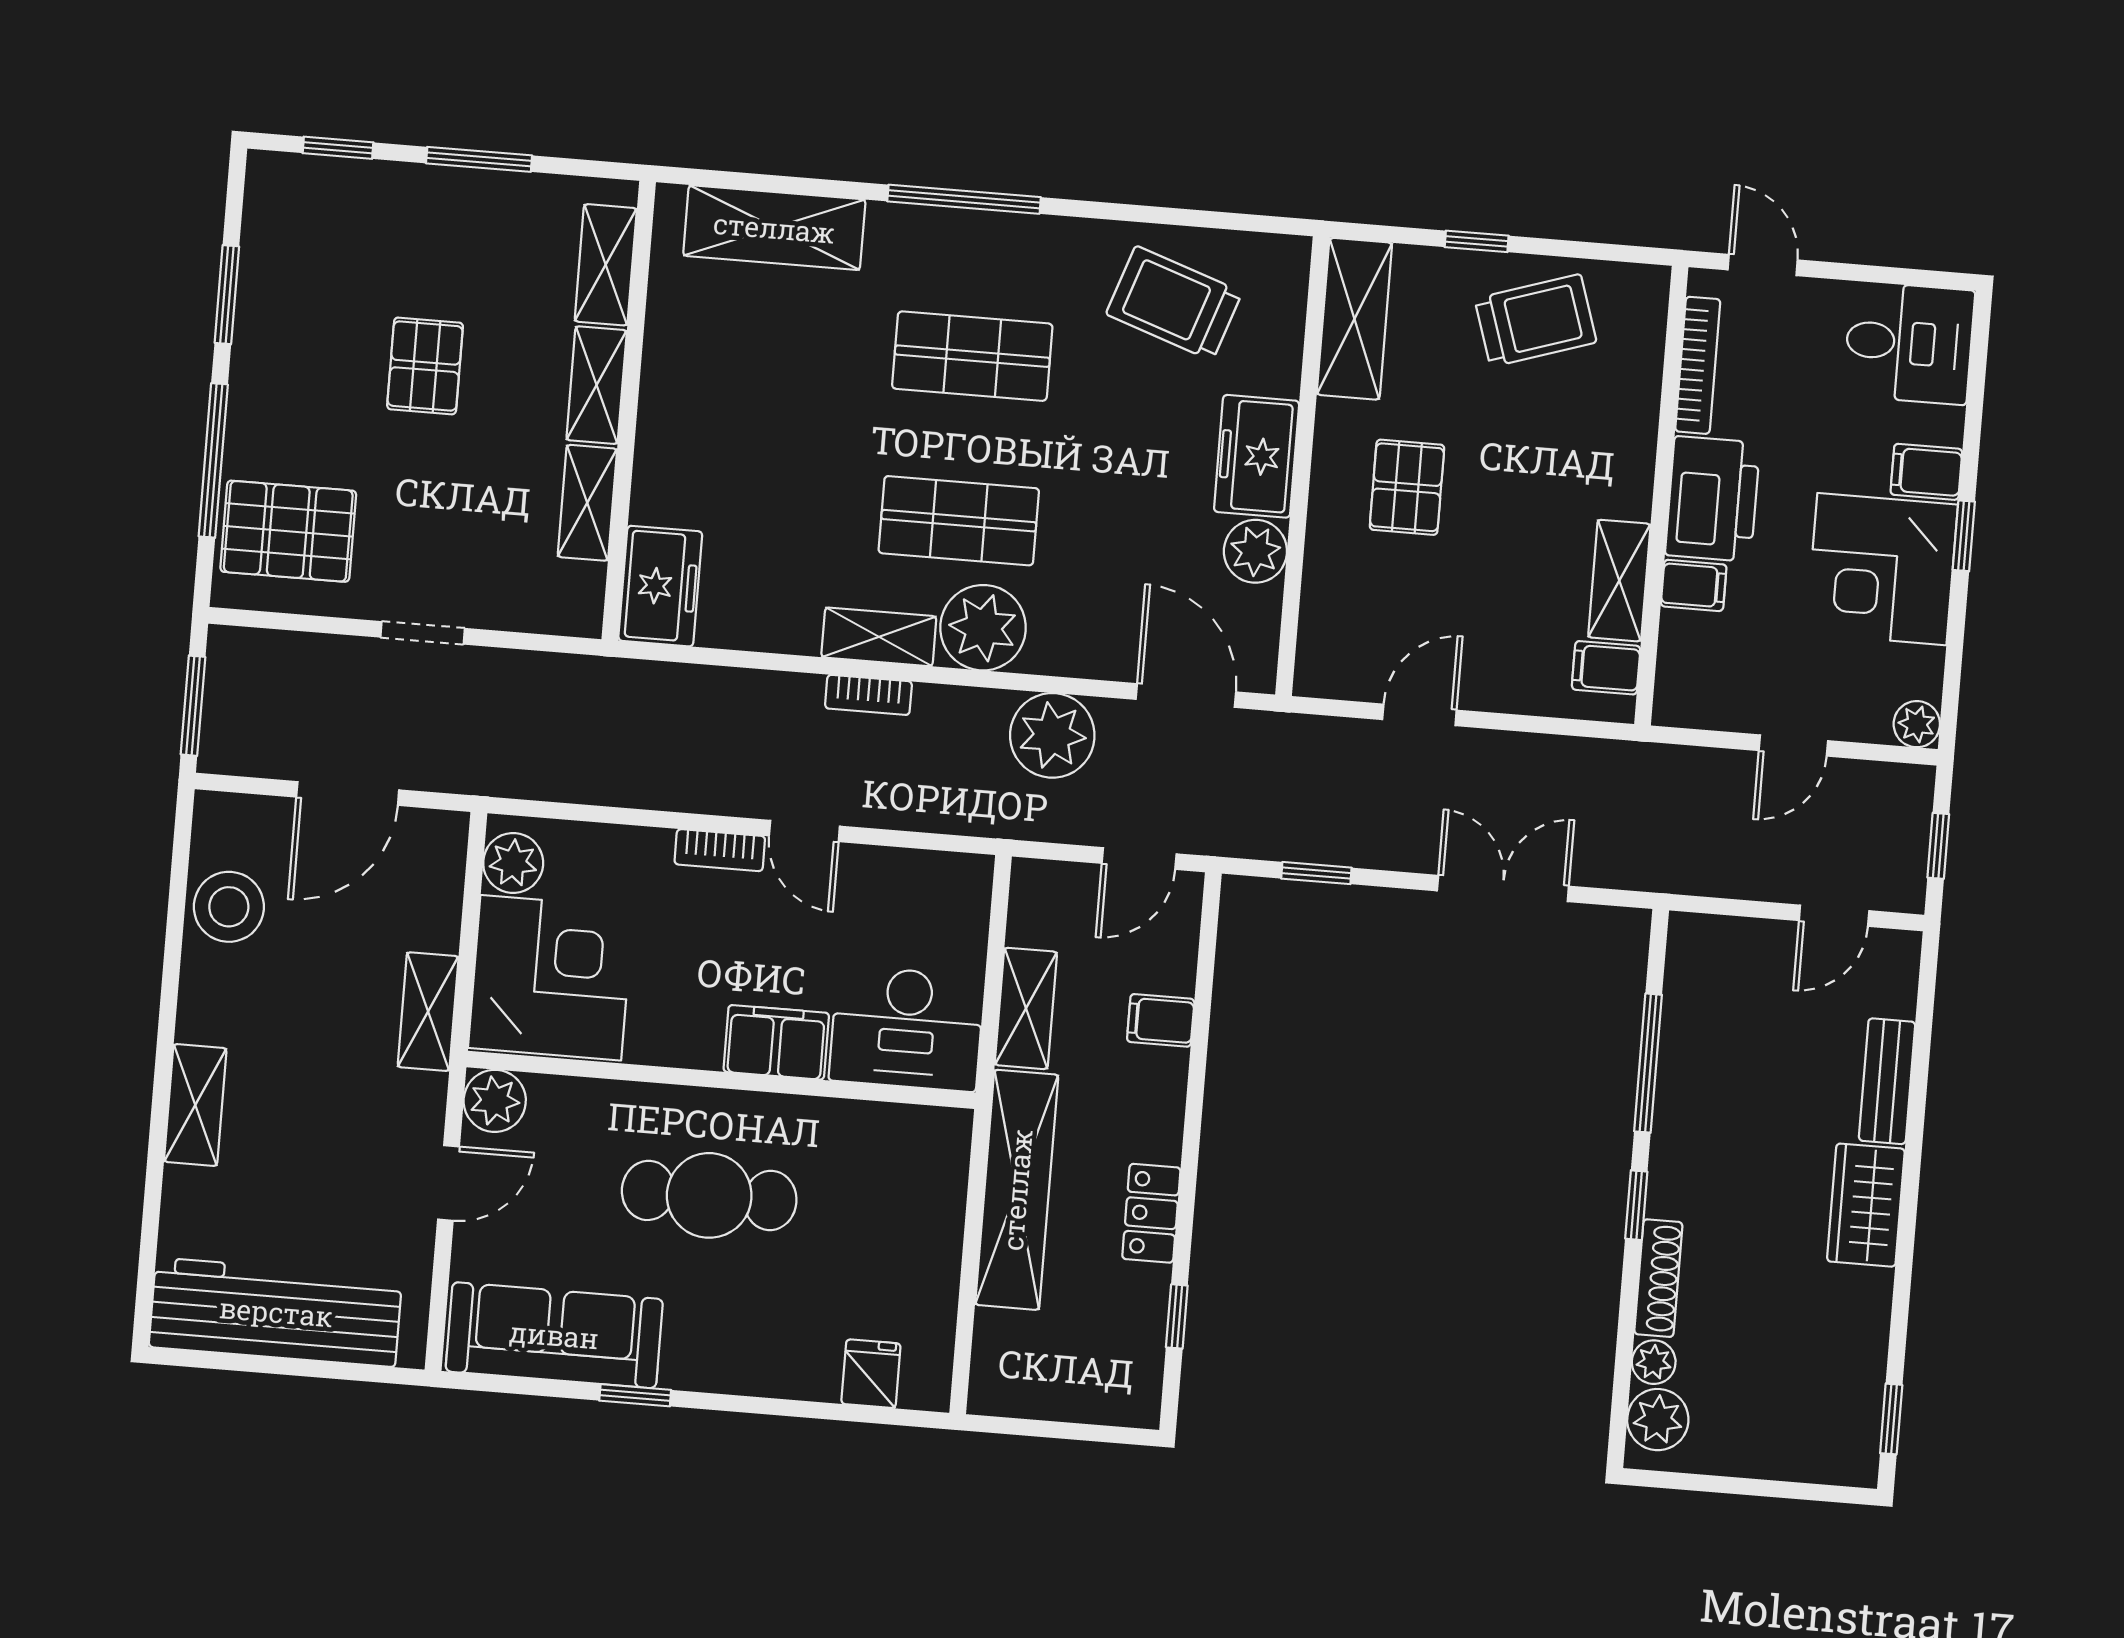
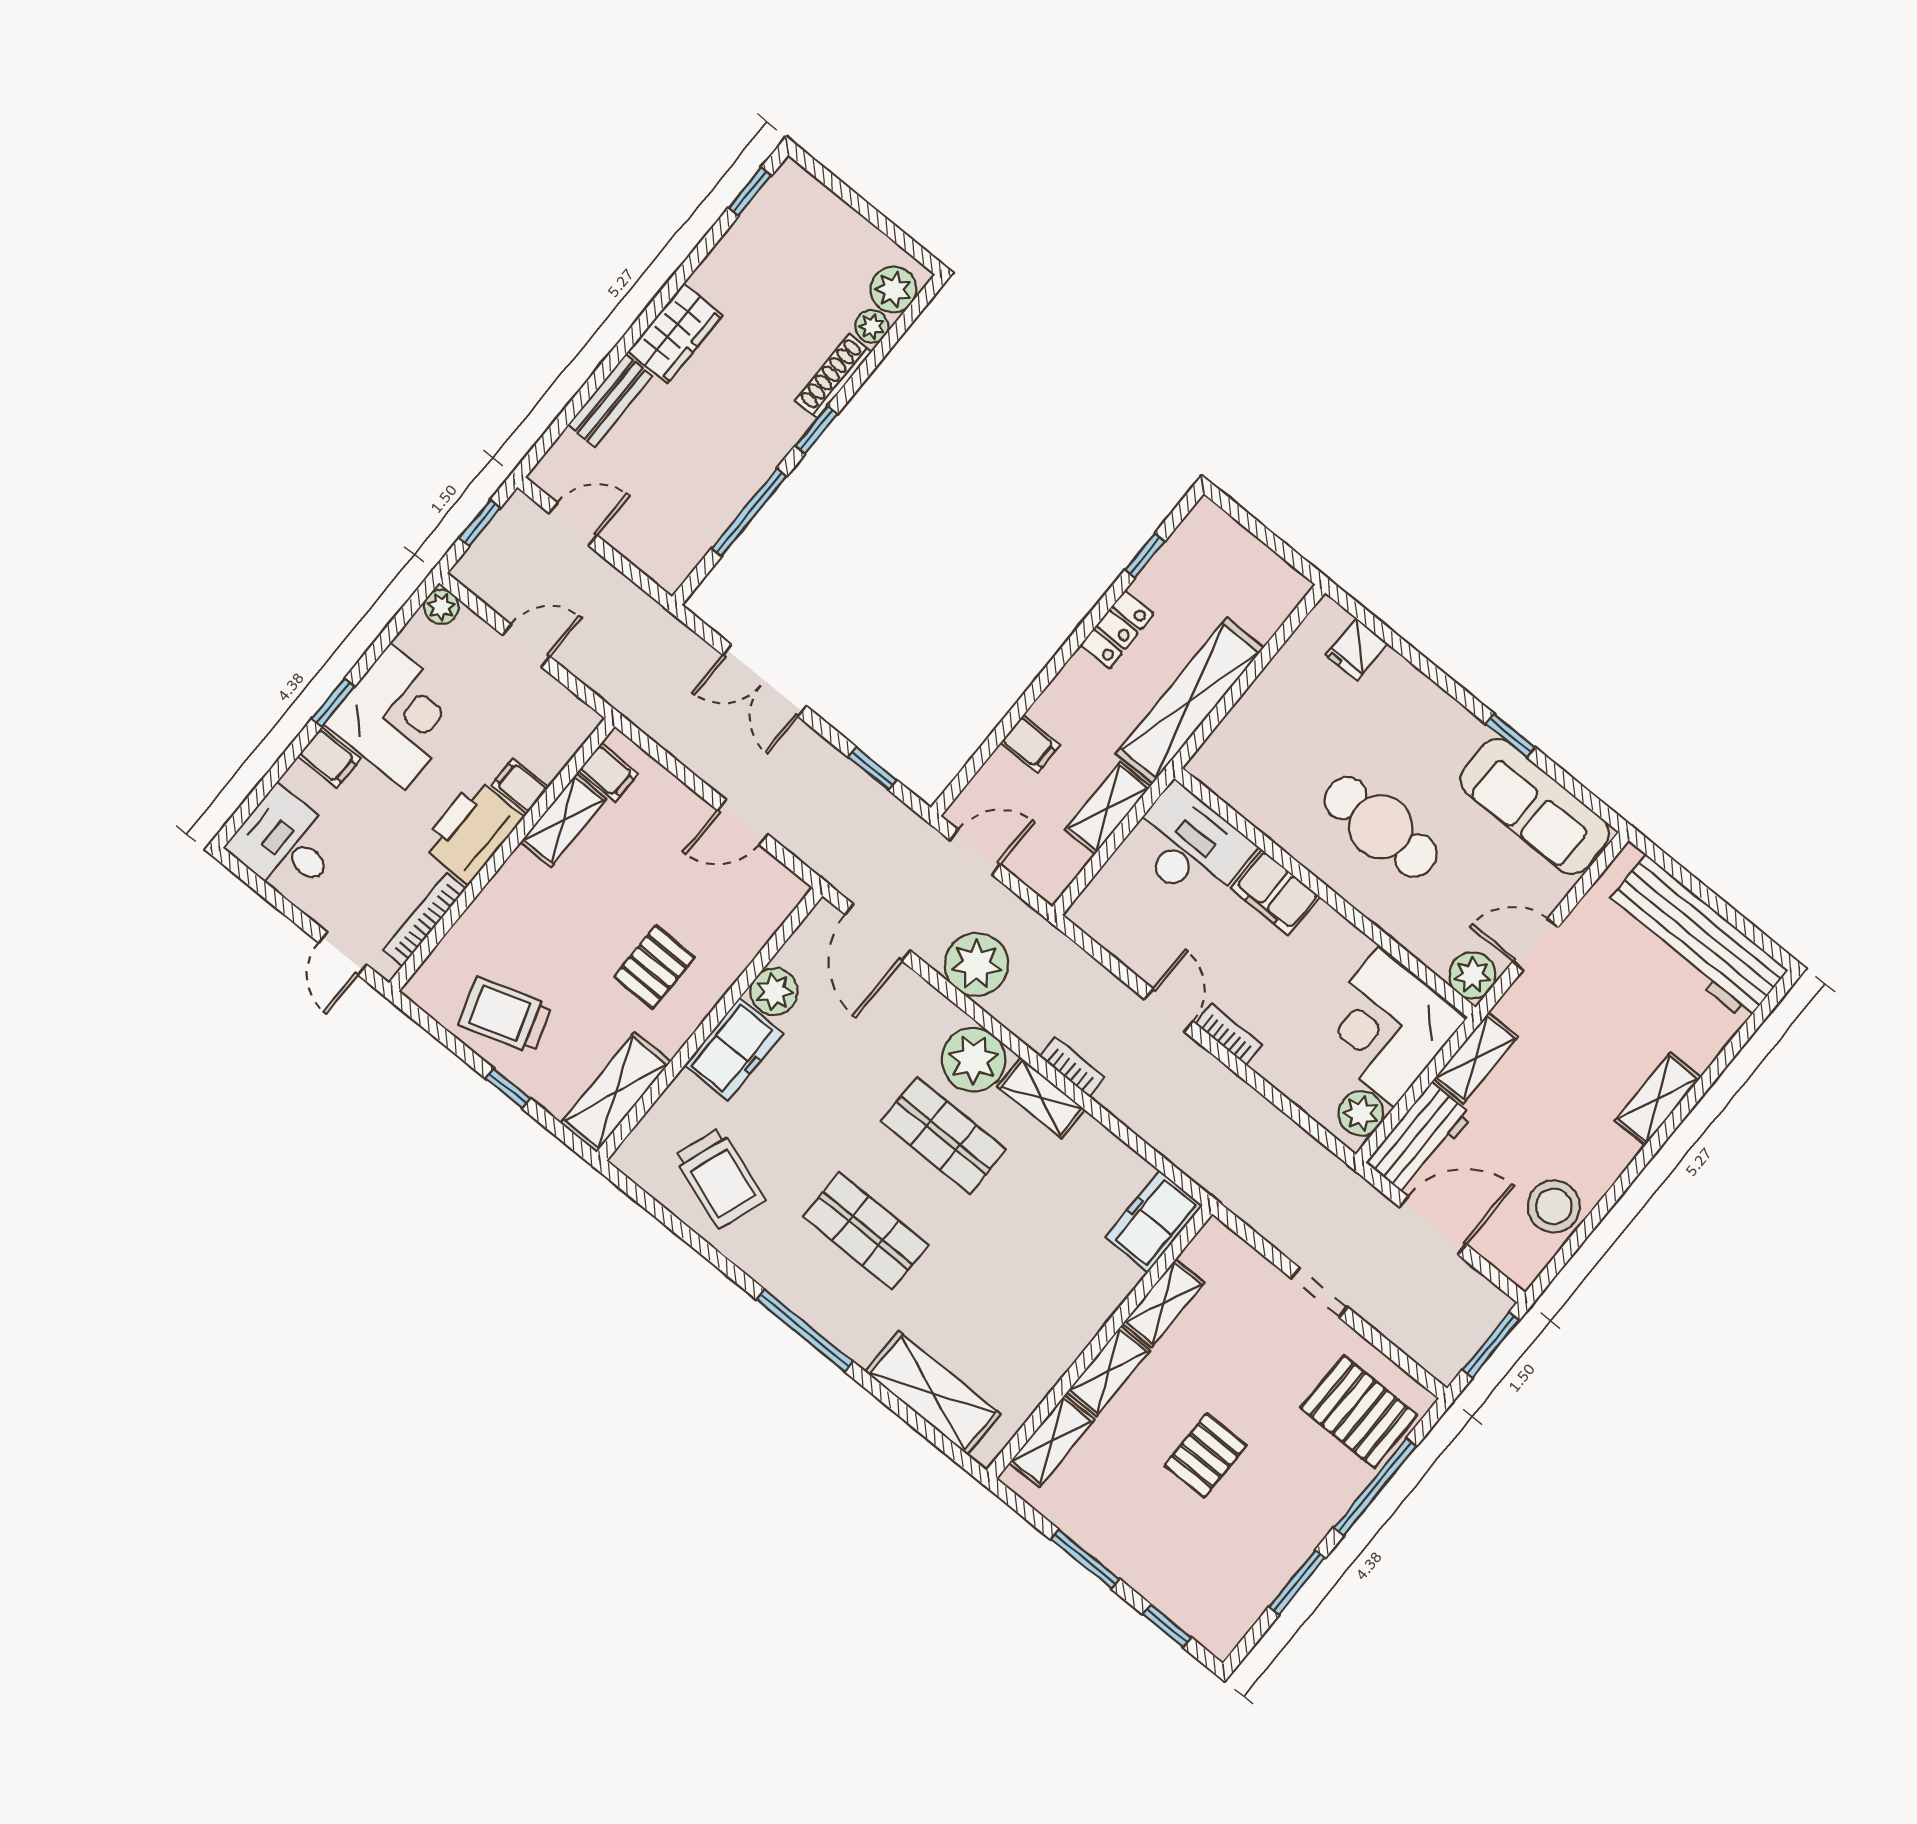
workbench: (429, 879) -> (1419, 1139), added

